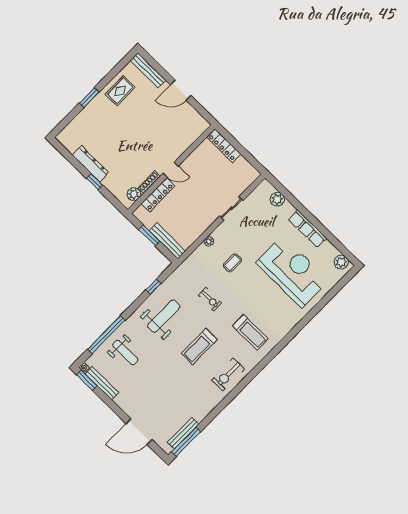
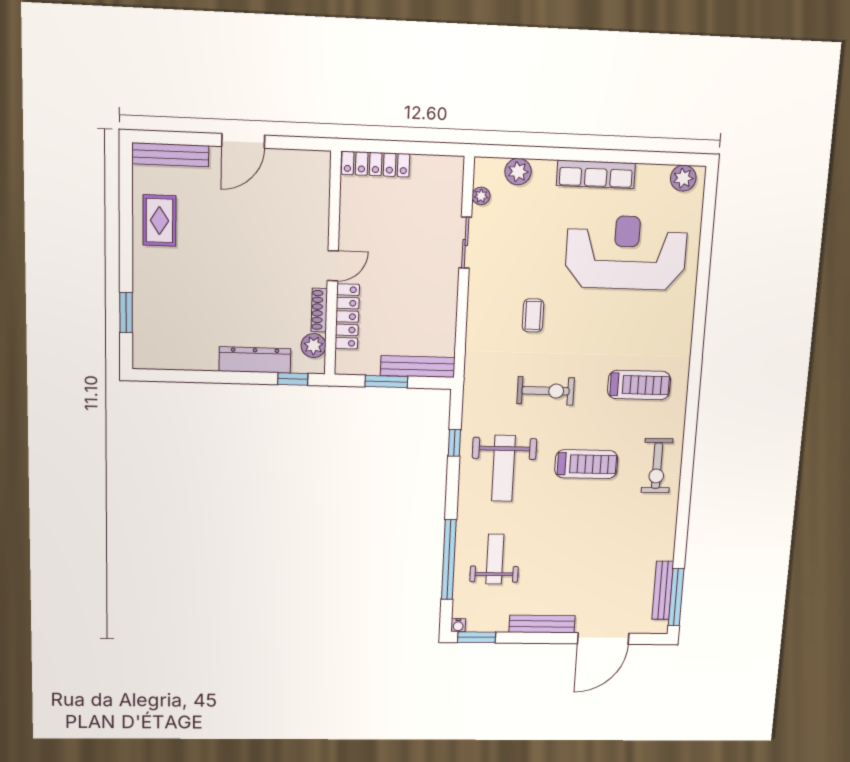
window: (89, 98) -> (126, 313), moved
dresser: (90, 164) -> (255, 360), moved
window: (95, 182) -> (293, 379), moved
plant: (209, 242) -> (481, 196), moved
exercise bike: (210, 299) -> (546, 391), width x1.38, depth x1.39
weight bench: (164, 316) -> (503, 468), turned 180
treadmill: (199, 346) -> (586, 464), turned -90
weight bench: (125, 353) -> (495, 559), turned -90
bench: (102, 383) -> (542, 624), moved

